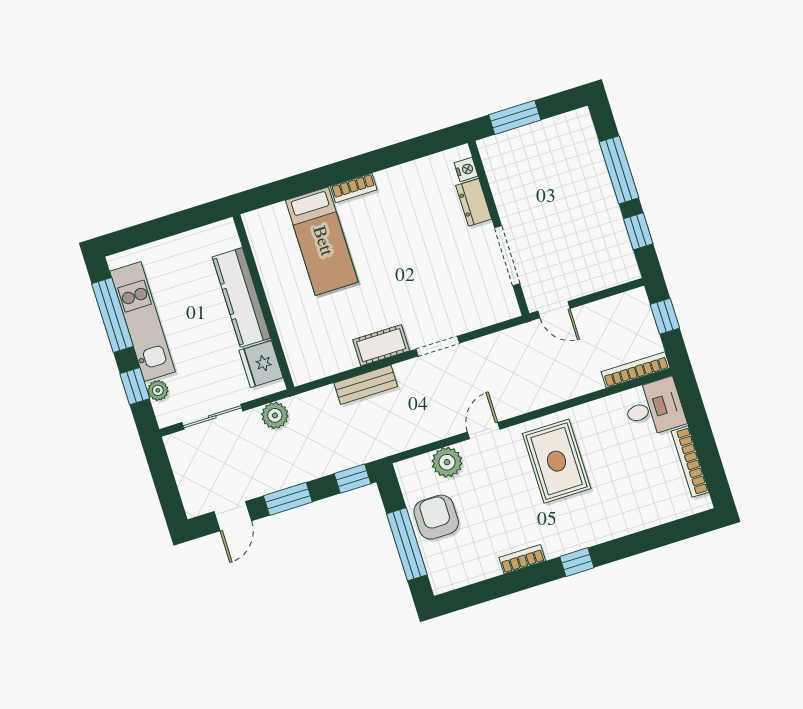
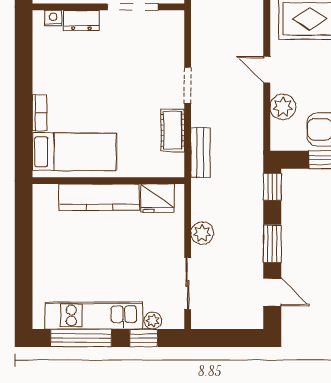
kitchen counter: (241, 297) -> (99, 197), moved
wall: (263, 302) -> (108, 181), moved
fridge: (261, 364) -> (157, 198), moved

